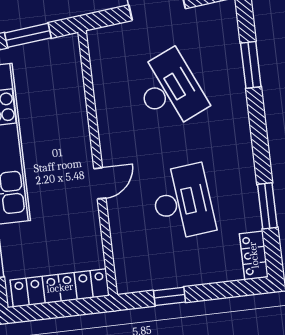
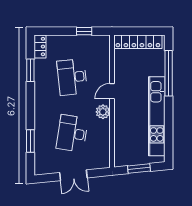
desk: (169, 90) -> (72, 133), turned 33
plant: (113, 140) -> (103, 112), added

